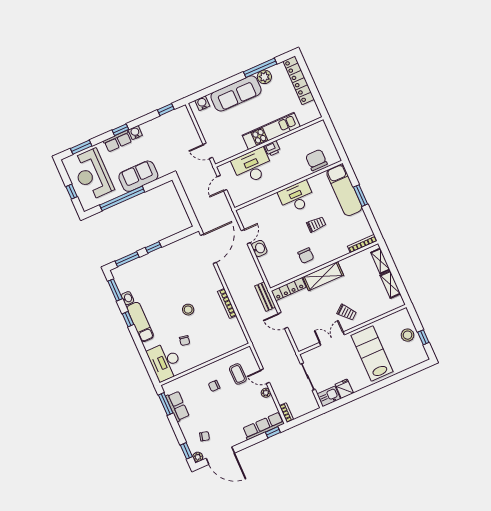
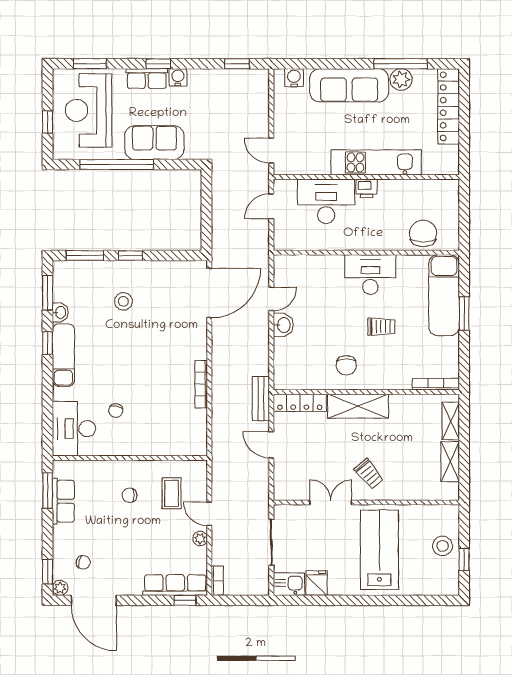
stool: (188, 310) -> (123, 301), moved

